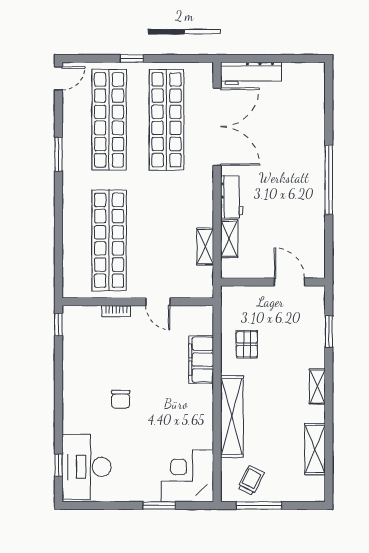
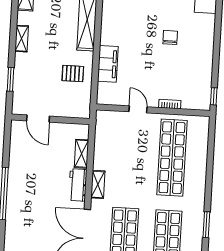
shelving: (205, 246) -> (98, 184), moved
pallet: (247, 344) -> (73, 74), turned 90

